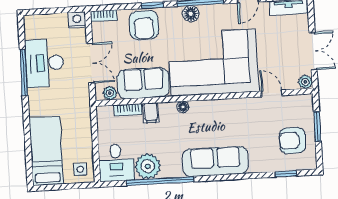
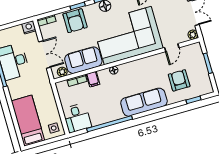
door: (272, 93) -> (172, 48), swing flipped
armchair: (292, 141) -> (179, 80), moved, turned 90
plant: (148, 166) -> (99, 116), removed

